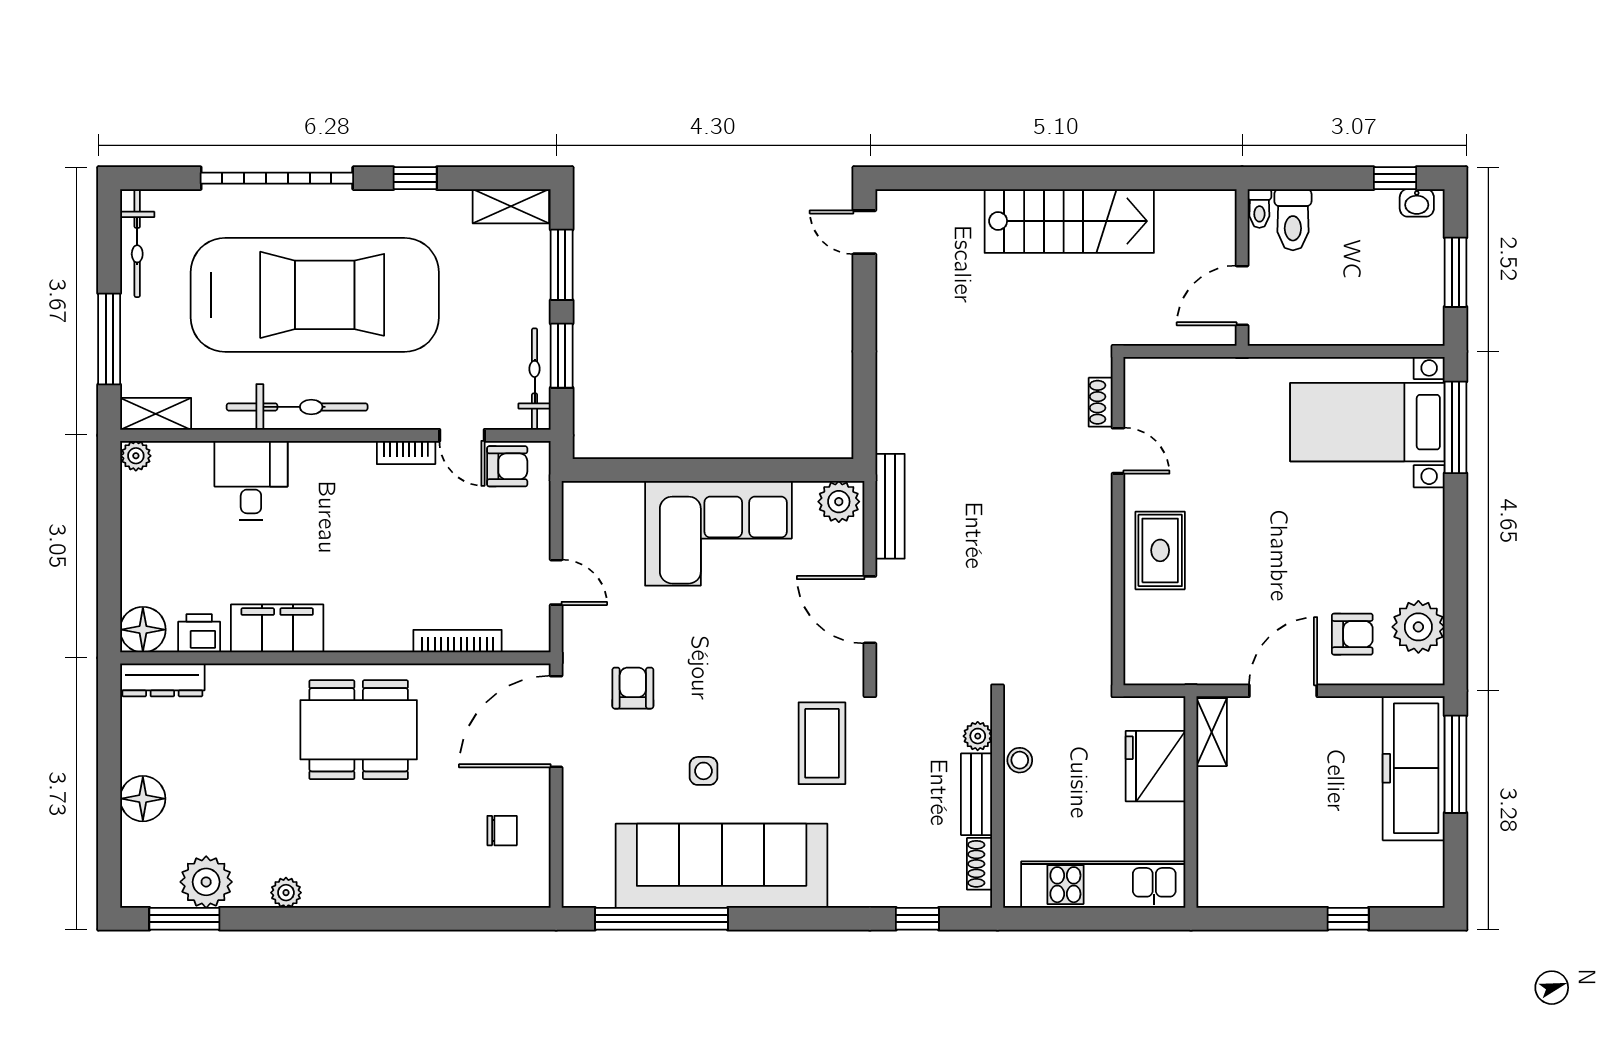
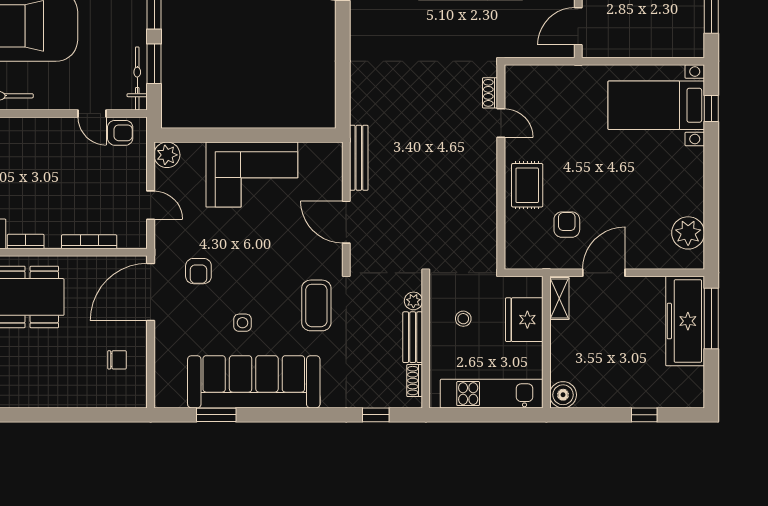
window: (1455, 427) -> (711, 109), width x0.46
bookcase: (406, 452) -> (26, 242), moved, turned 180
plant: (839, 502) -> (167, 155), moved
armchair: (1352, 634) -> (567, 225), moved, turned -90
armchair: (633, 688) -> (198, 271), turned 180
stool: (1020, 760) -> (463, 319), moved
boiler: (1218, 887) -> (563, 395), added
window: (661, 919) -> (216, 415), width x0.47

